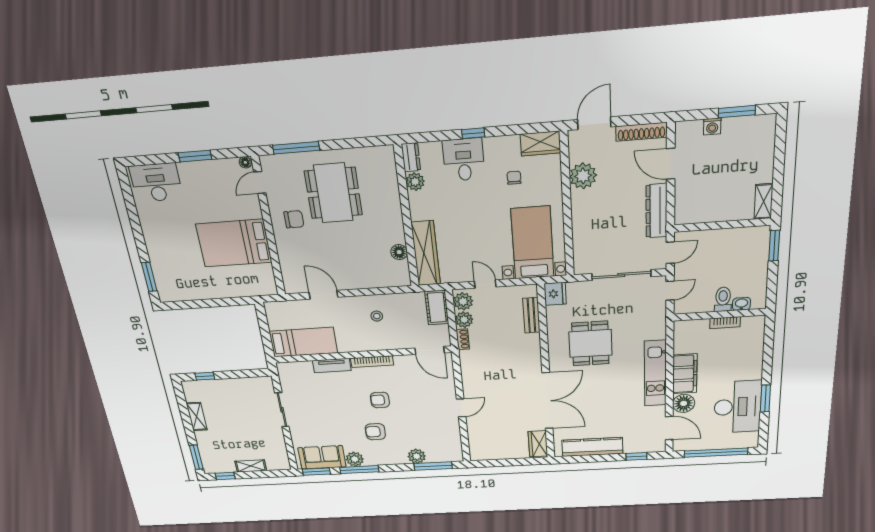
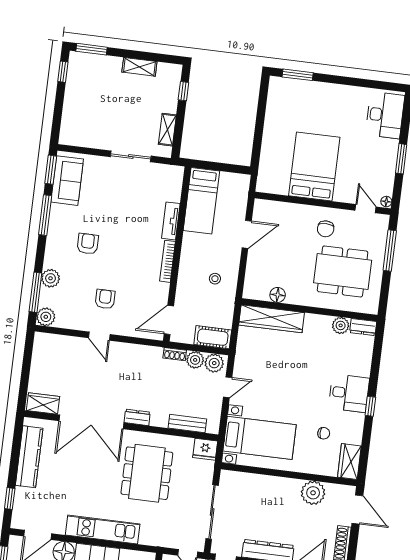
dresser: (411, 157) -> (363, 327), moved
plant: (415, 182) -> (341, 325), moved
wall: (407, 217) -> (309, 310), moved
floor lamp: (399, 252) -> (278, 295), moved
wardrobe: (426, 253) -> (271, 319), moved
dining table: (590, 343) -> (147, 473), width x1.38
dresser: (535, 362) -> (137, 417), added
armchair: (380, 400) -> (105, 299), moved
plant: (355, 459) -> (46, 317), moved
shelving: (251, 466) -> (167, 130), moved

